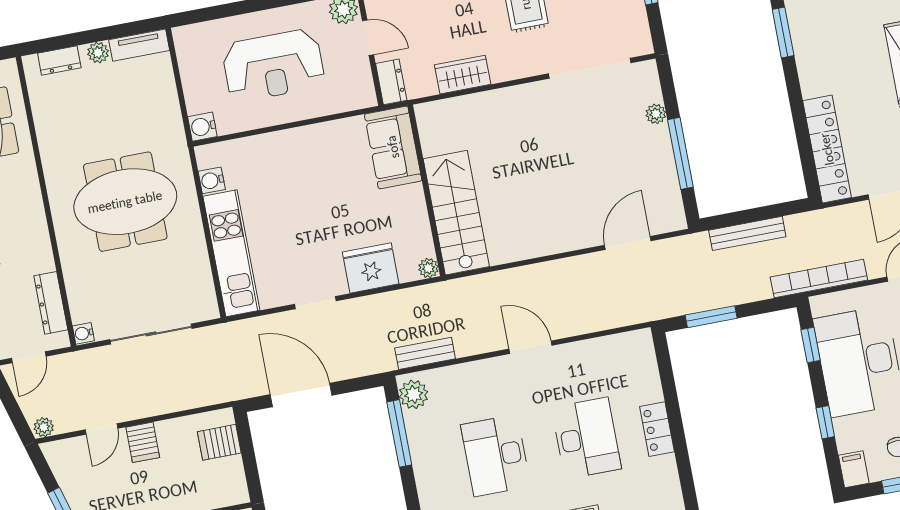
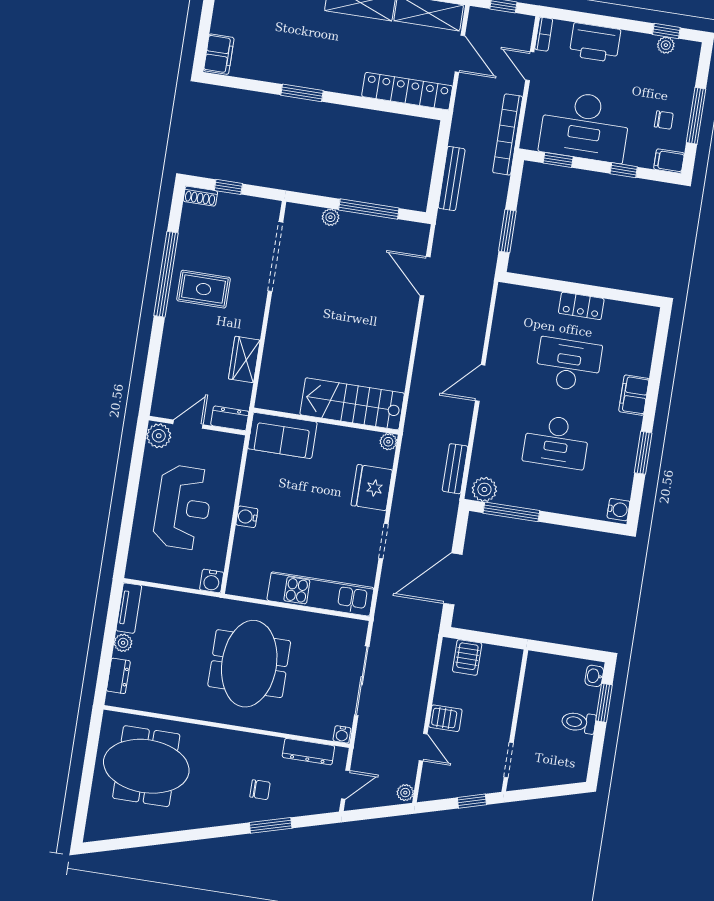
water cooler: (212, 180) -> (247, 517), moved, turned 90
door: (29, 357) -> (345, 785), hinge flipped

